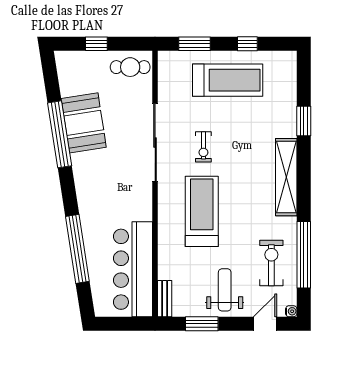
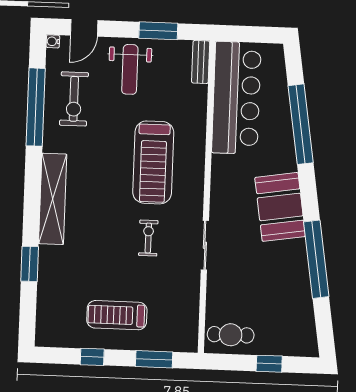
treadmill: (228, 80) -> (117, 315), width x0.73, depth x0.73
booth: (84, 123) -> (280, 207), moved
sliding door: (155, 142) -> (205, 245), width x0.54

